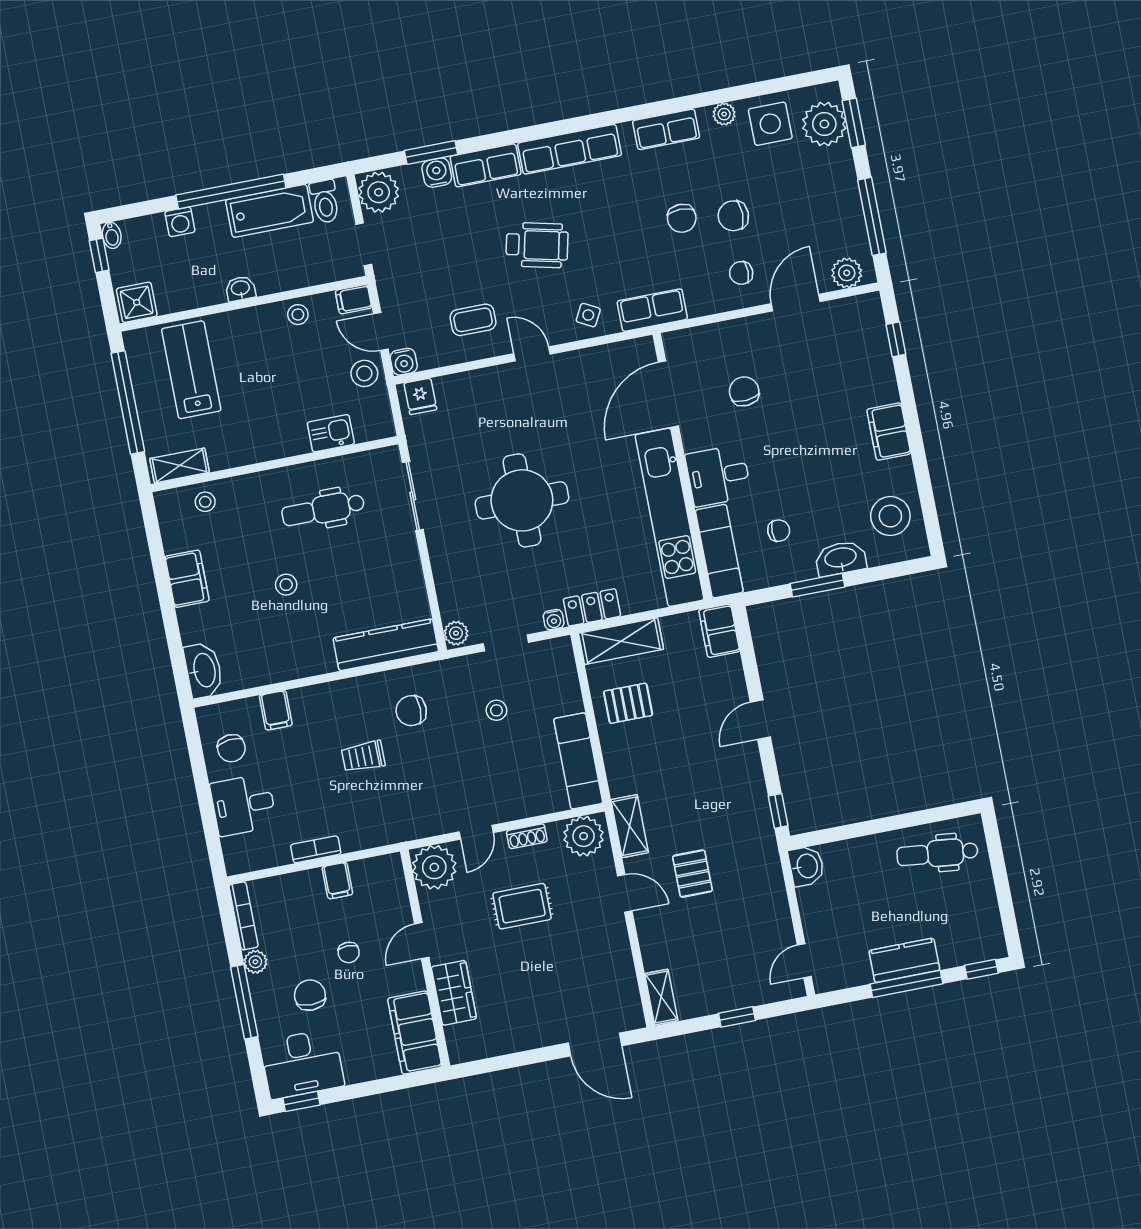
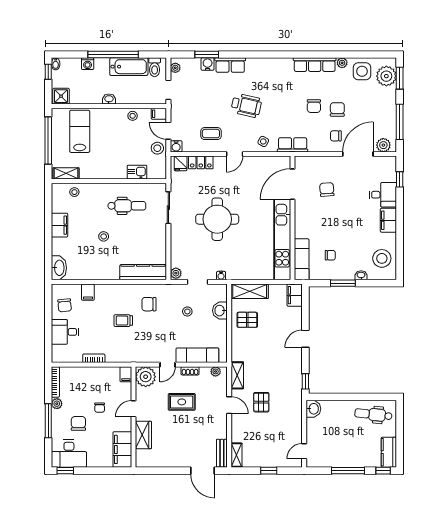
row of seats: (666, 129) -> (315, 65), width x1.48
row of seats: (570, 149) -> (269, 65), removed
plant: (379, 192) -> (175, 68), width x0.53, depth x0.53
chair: (733, 216) -> (337, 109), turned 90
door: (796, 303) -> (358, 154), width x1.36
door: (532, 354) -> (235, 154), swing flipped
desk: (718, 476) -> (383, 195), moved, turned 180
dental chair: (323, 509) -> (127, 206), turned 180
washbasin: (841, 558) -> (361, 275), width x0.52, depth x0.69
locker: (592, 607) -> (201, 162), moved, turned 180
washbasin: (566, 695) -> (220, 311), added
exam couch: (578, 761) -> (197, 355), moved, turned 90
plant: (584, 836) -> (216, 371), width x0.53, depth x0.53
filing cabinet: (337, 881) -> (126, 374), moved
kitchen counter: (904, 960) -> (389, 452), moved, turned -90
bench: (629, 999) -> (222, 453), added

